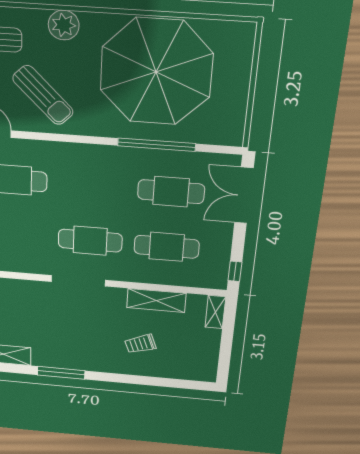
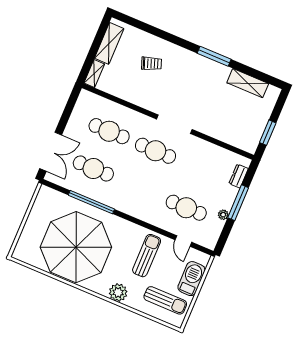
sun lounger: (43, 95) -> (147, 256), turned 45
window: (235, 271) -> (72, 100), removed
shelving: (156, 300) -> (109, 43), moved, turned 90

